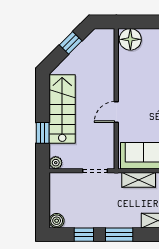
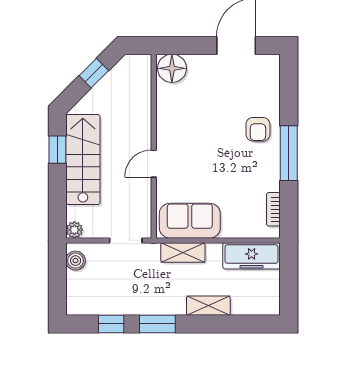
window: (43, 133) -> (57, 150), moved
boiler: (57, 221) -> (76, 261), moved

